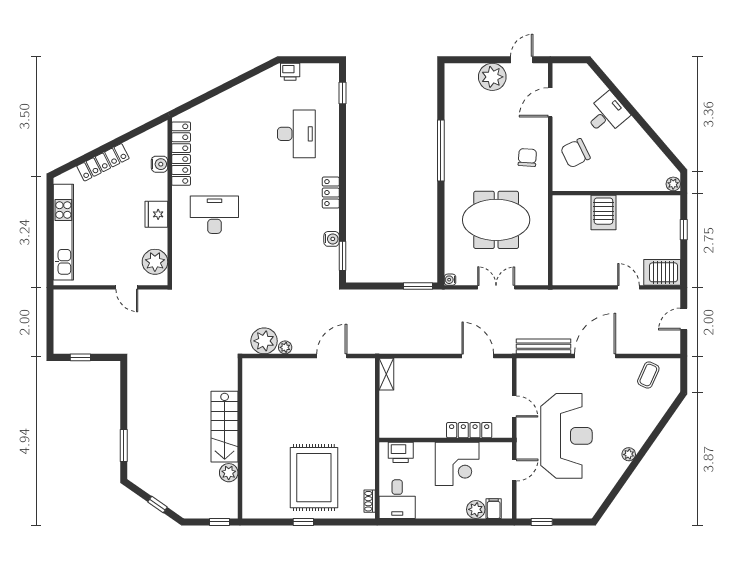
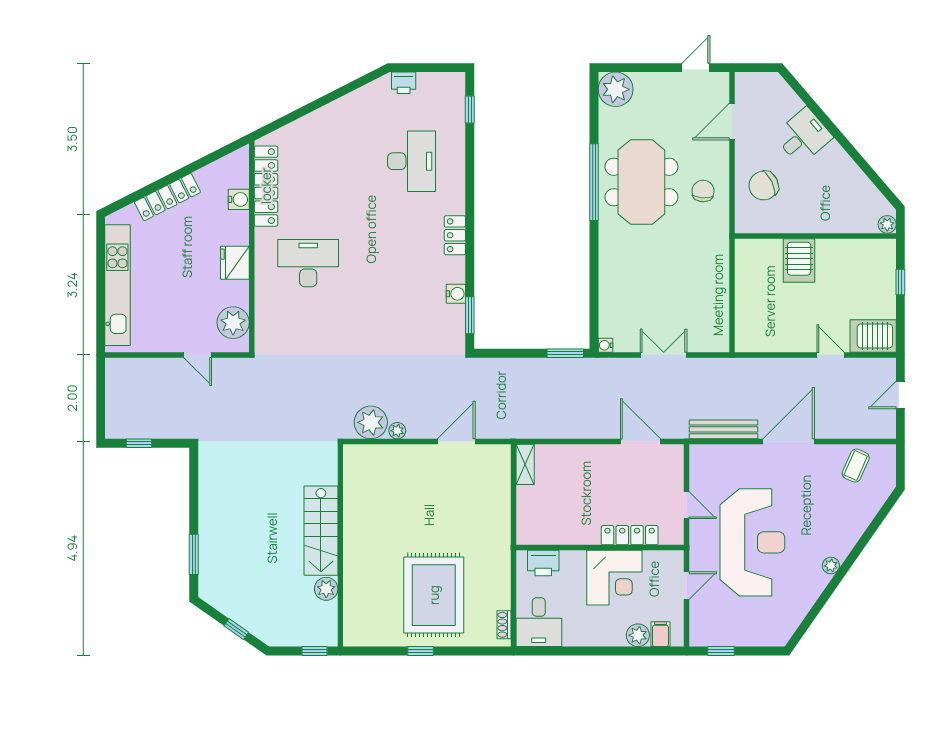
plant: (492, 77) -> (616, 89), moved
meeting table: (496, 220) -> (641, 182), moved, turned 90

